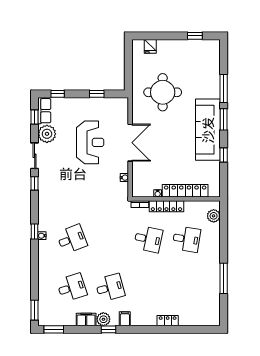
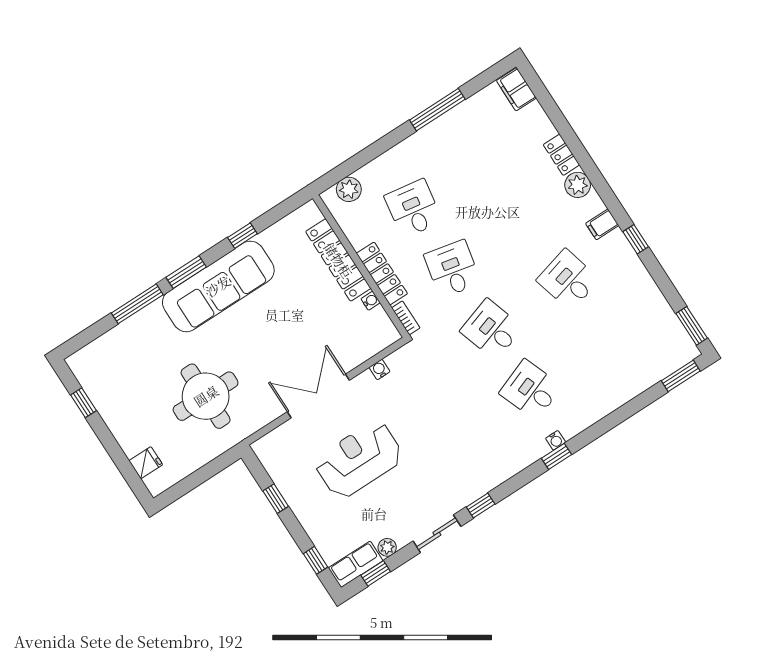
plant: (47, 134) -> (387, 547), width x0.53, depth x0.53
desk: (72, 288) -> (491, 329), moved
filing cabinet: (86, 319) -> (516, 89), moved
plant: (103, 319) -> (578, 185), moved

